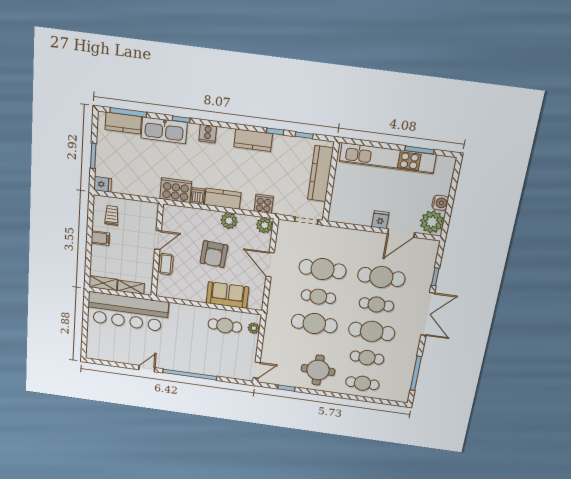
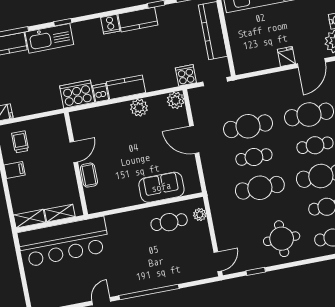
cooker: (208, 134) -> (110, 24), moved
cooker: (264, 204) -> (186, 75), moved
armchair: (214, 254) -> (134, 148), removed

